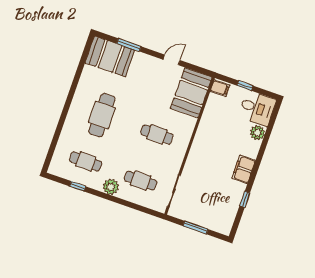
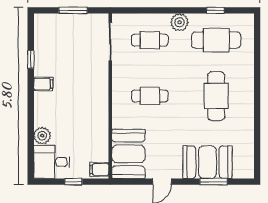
booth: (110, 56) -> (208, 162), moved
cafe table: (86, 161) -> (216, 40), width x1.37, depth x1.35
filing cabinet: (244, 169) -> (43, 84), width x0.50

